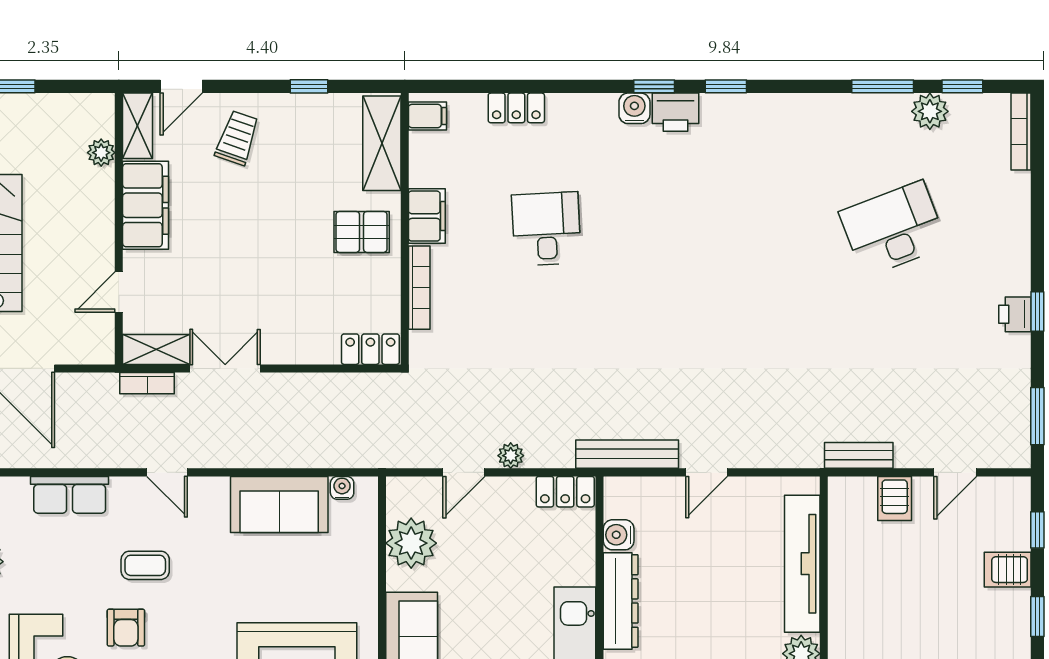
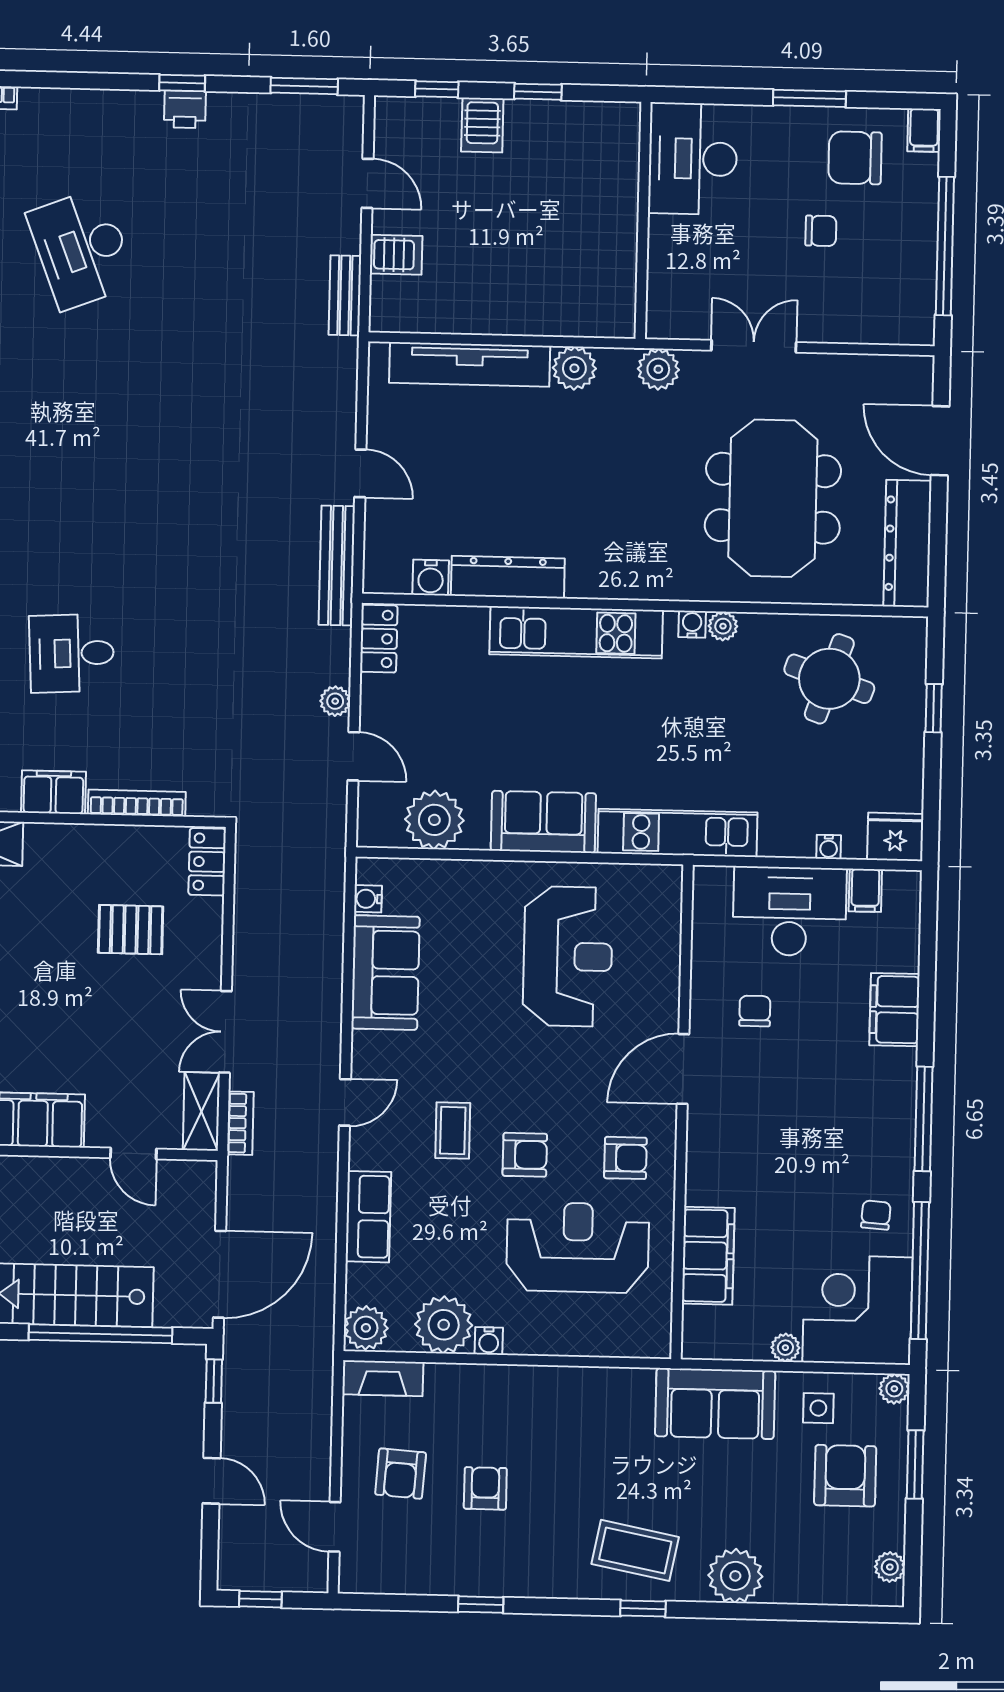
pallet: (362, 232) -> (131, 930), moved, turned 90

